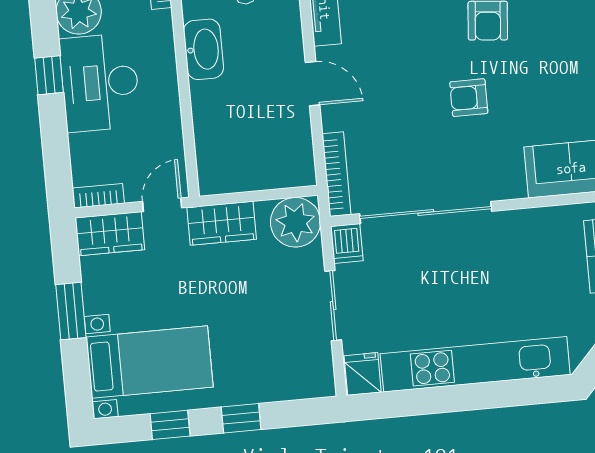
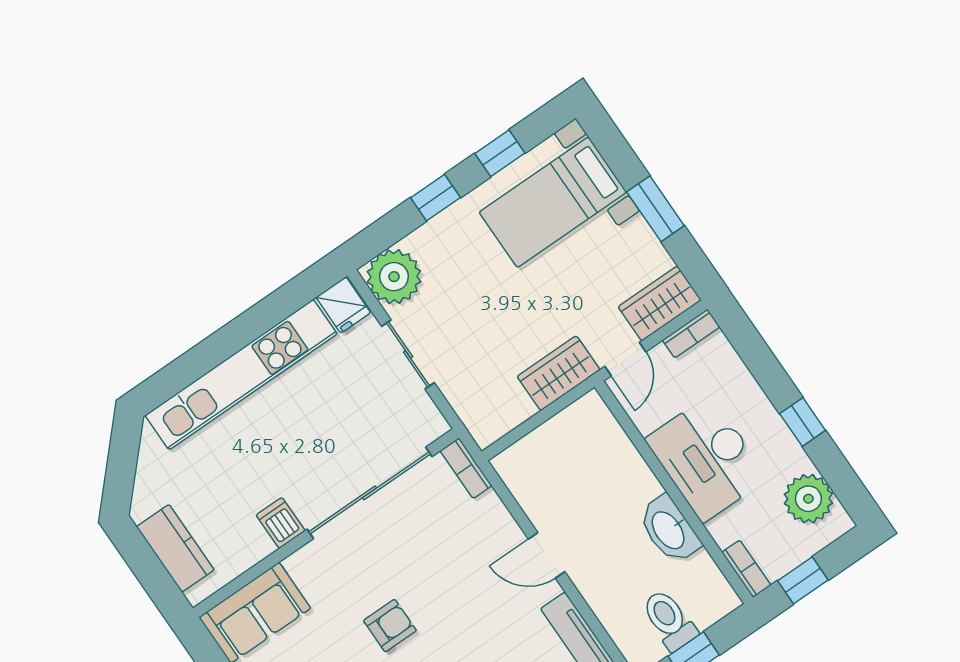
desk: (100, 82) -> (707, 459), moved, turned 180
bookcase: (336, 174) -> (466, 468), width x0.64
plant: (295, 222) -> (394, 277), moved
dishwasher: (347, 243) -> (281, 523), moved

